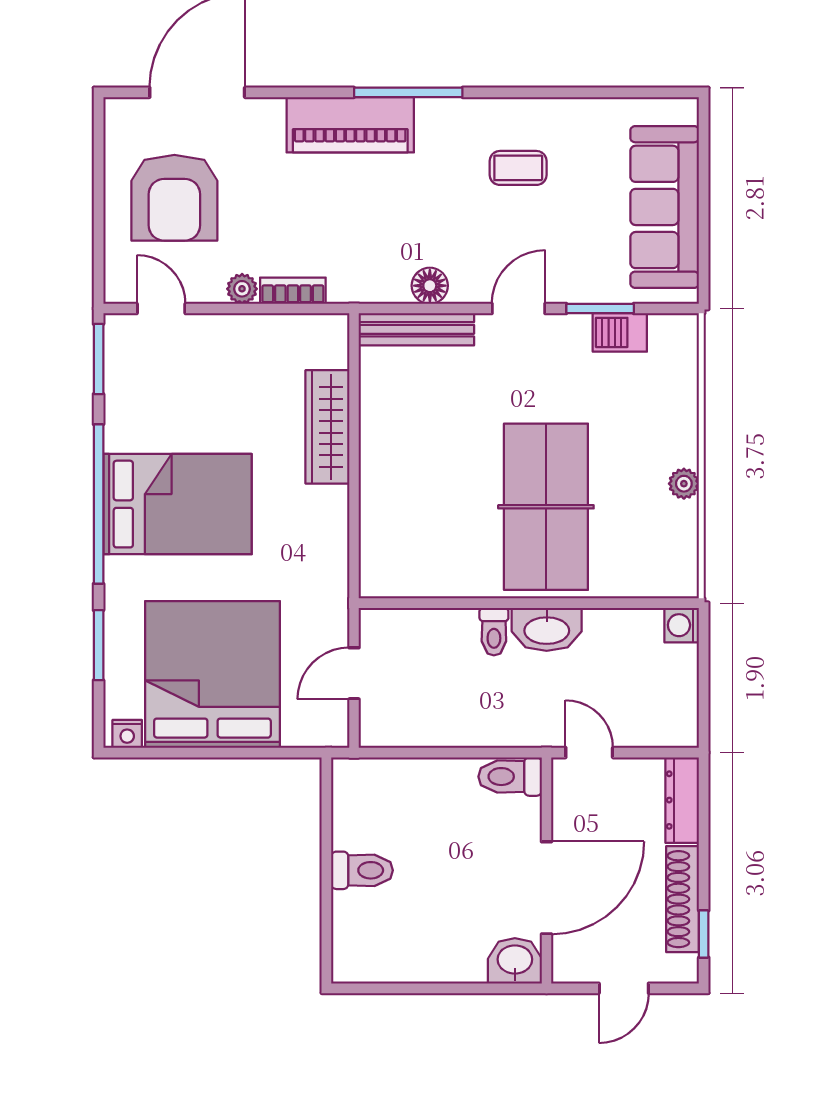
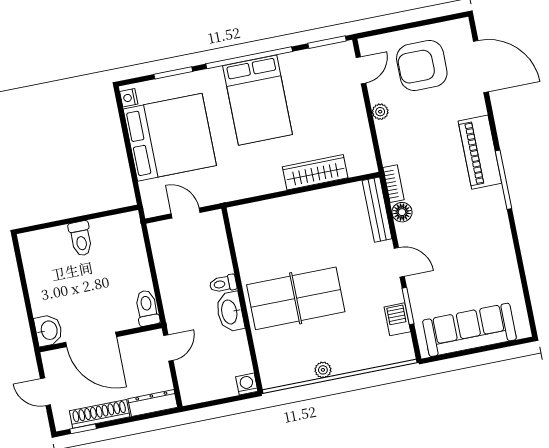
coffee table: (518, 168) -> (475, 247), removed
bookcase: (293, 291) -> (394, 184), moved

